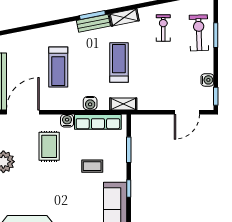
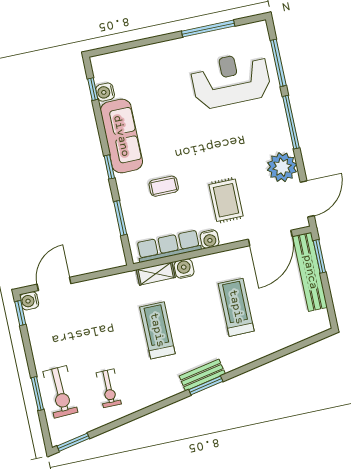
shelving: (124, 17) -> (163, 391), removed
treadmill: (119, 62) -> (157, 330), turned 180
water cooler: (207, 80) -> (29, 301), moved
shelving: (123, 104) -> (156, 274), moved

